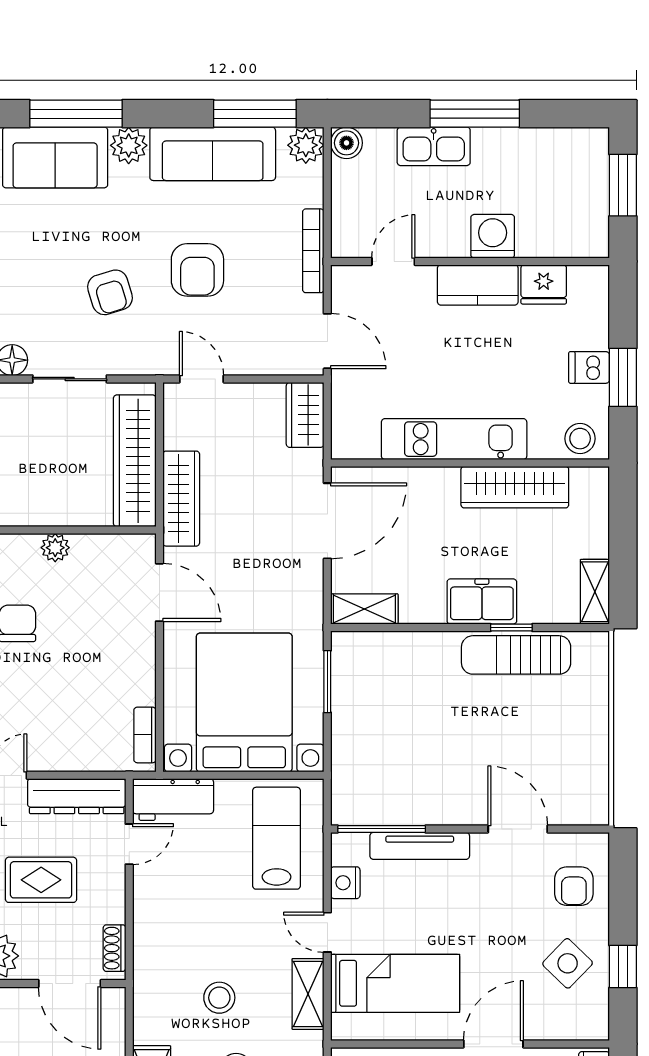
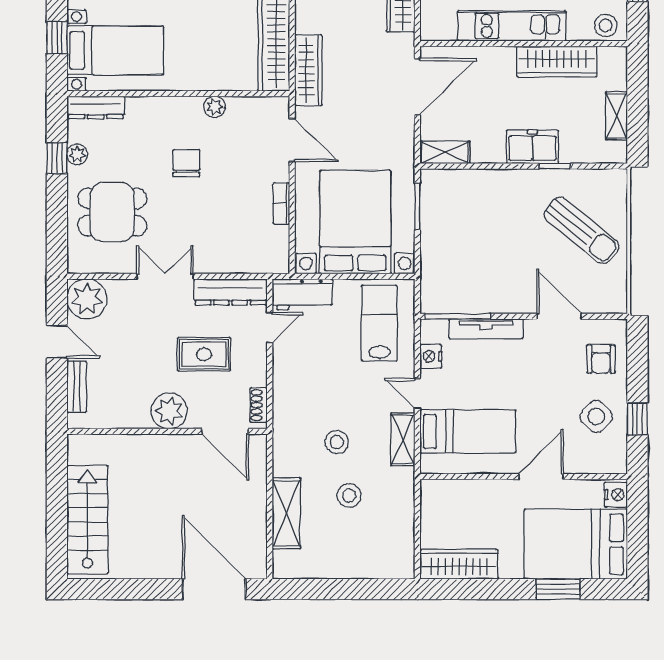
shelving: (595, 592) -> (617, 116), moved
sun lounger: (516, 655) -> (581, 230), moved, turned -141
bookcase: (145, 735) -> (281, 203), moved

